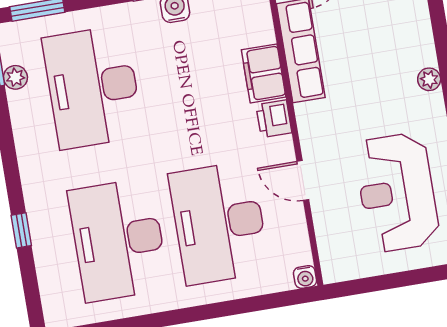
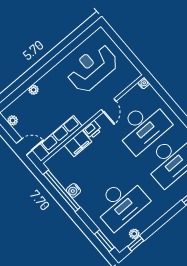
plant: (429, 79) -> (34, 90), moved
reception desk: (397, 192) -> (92, 68), turned 180

